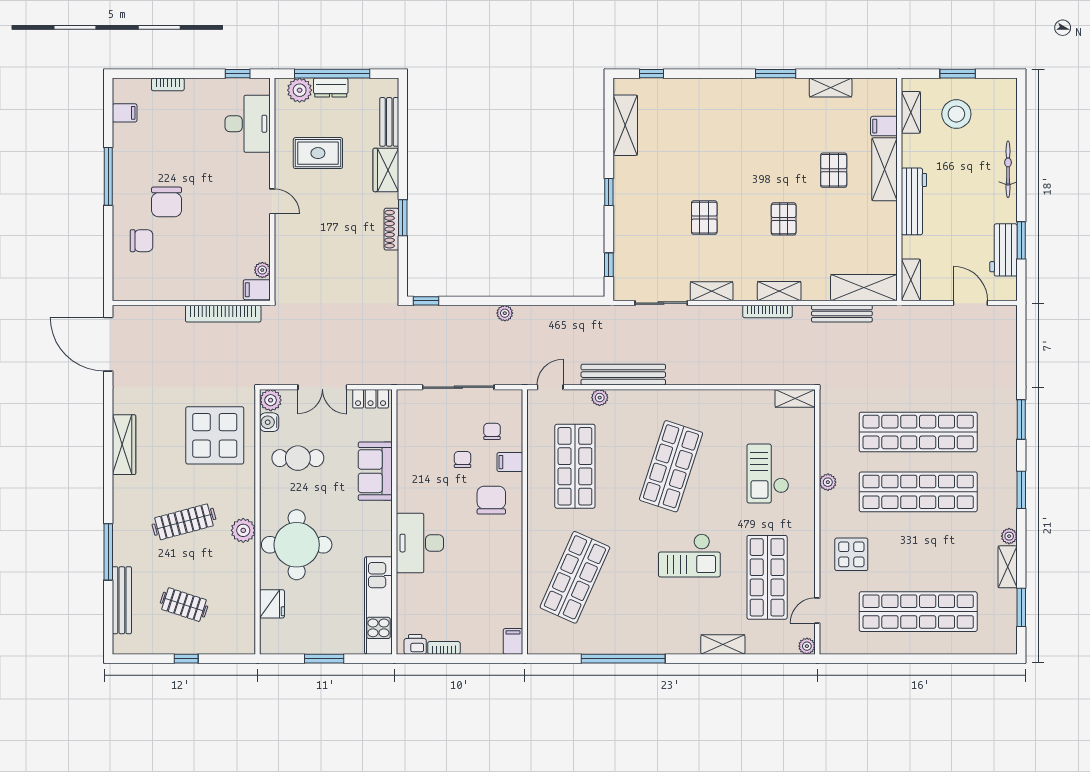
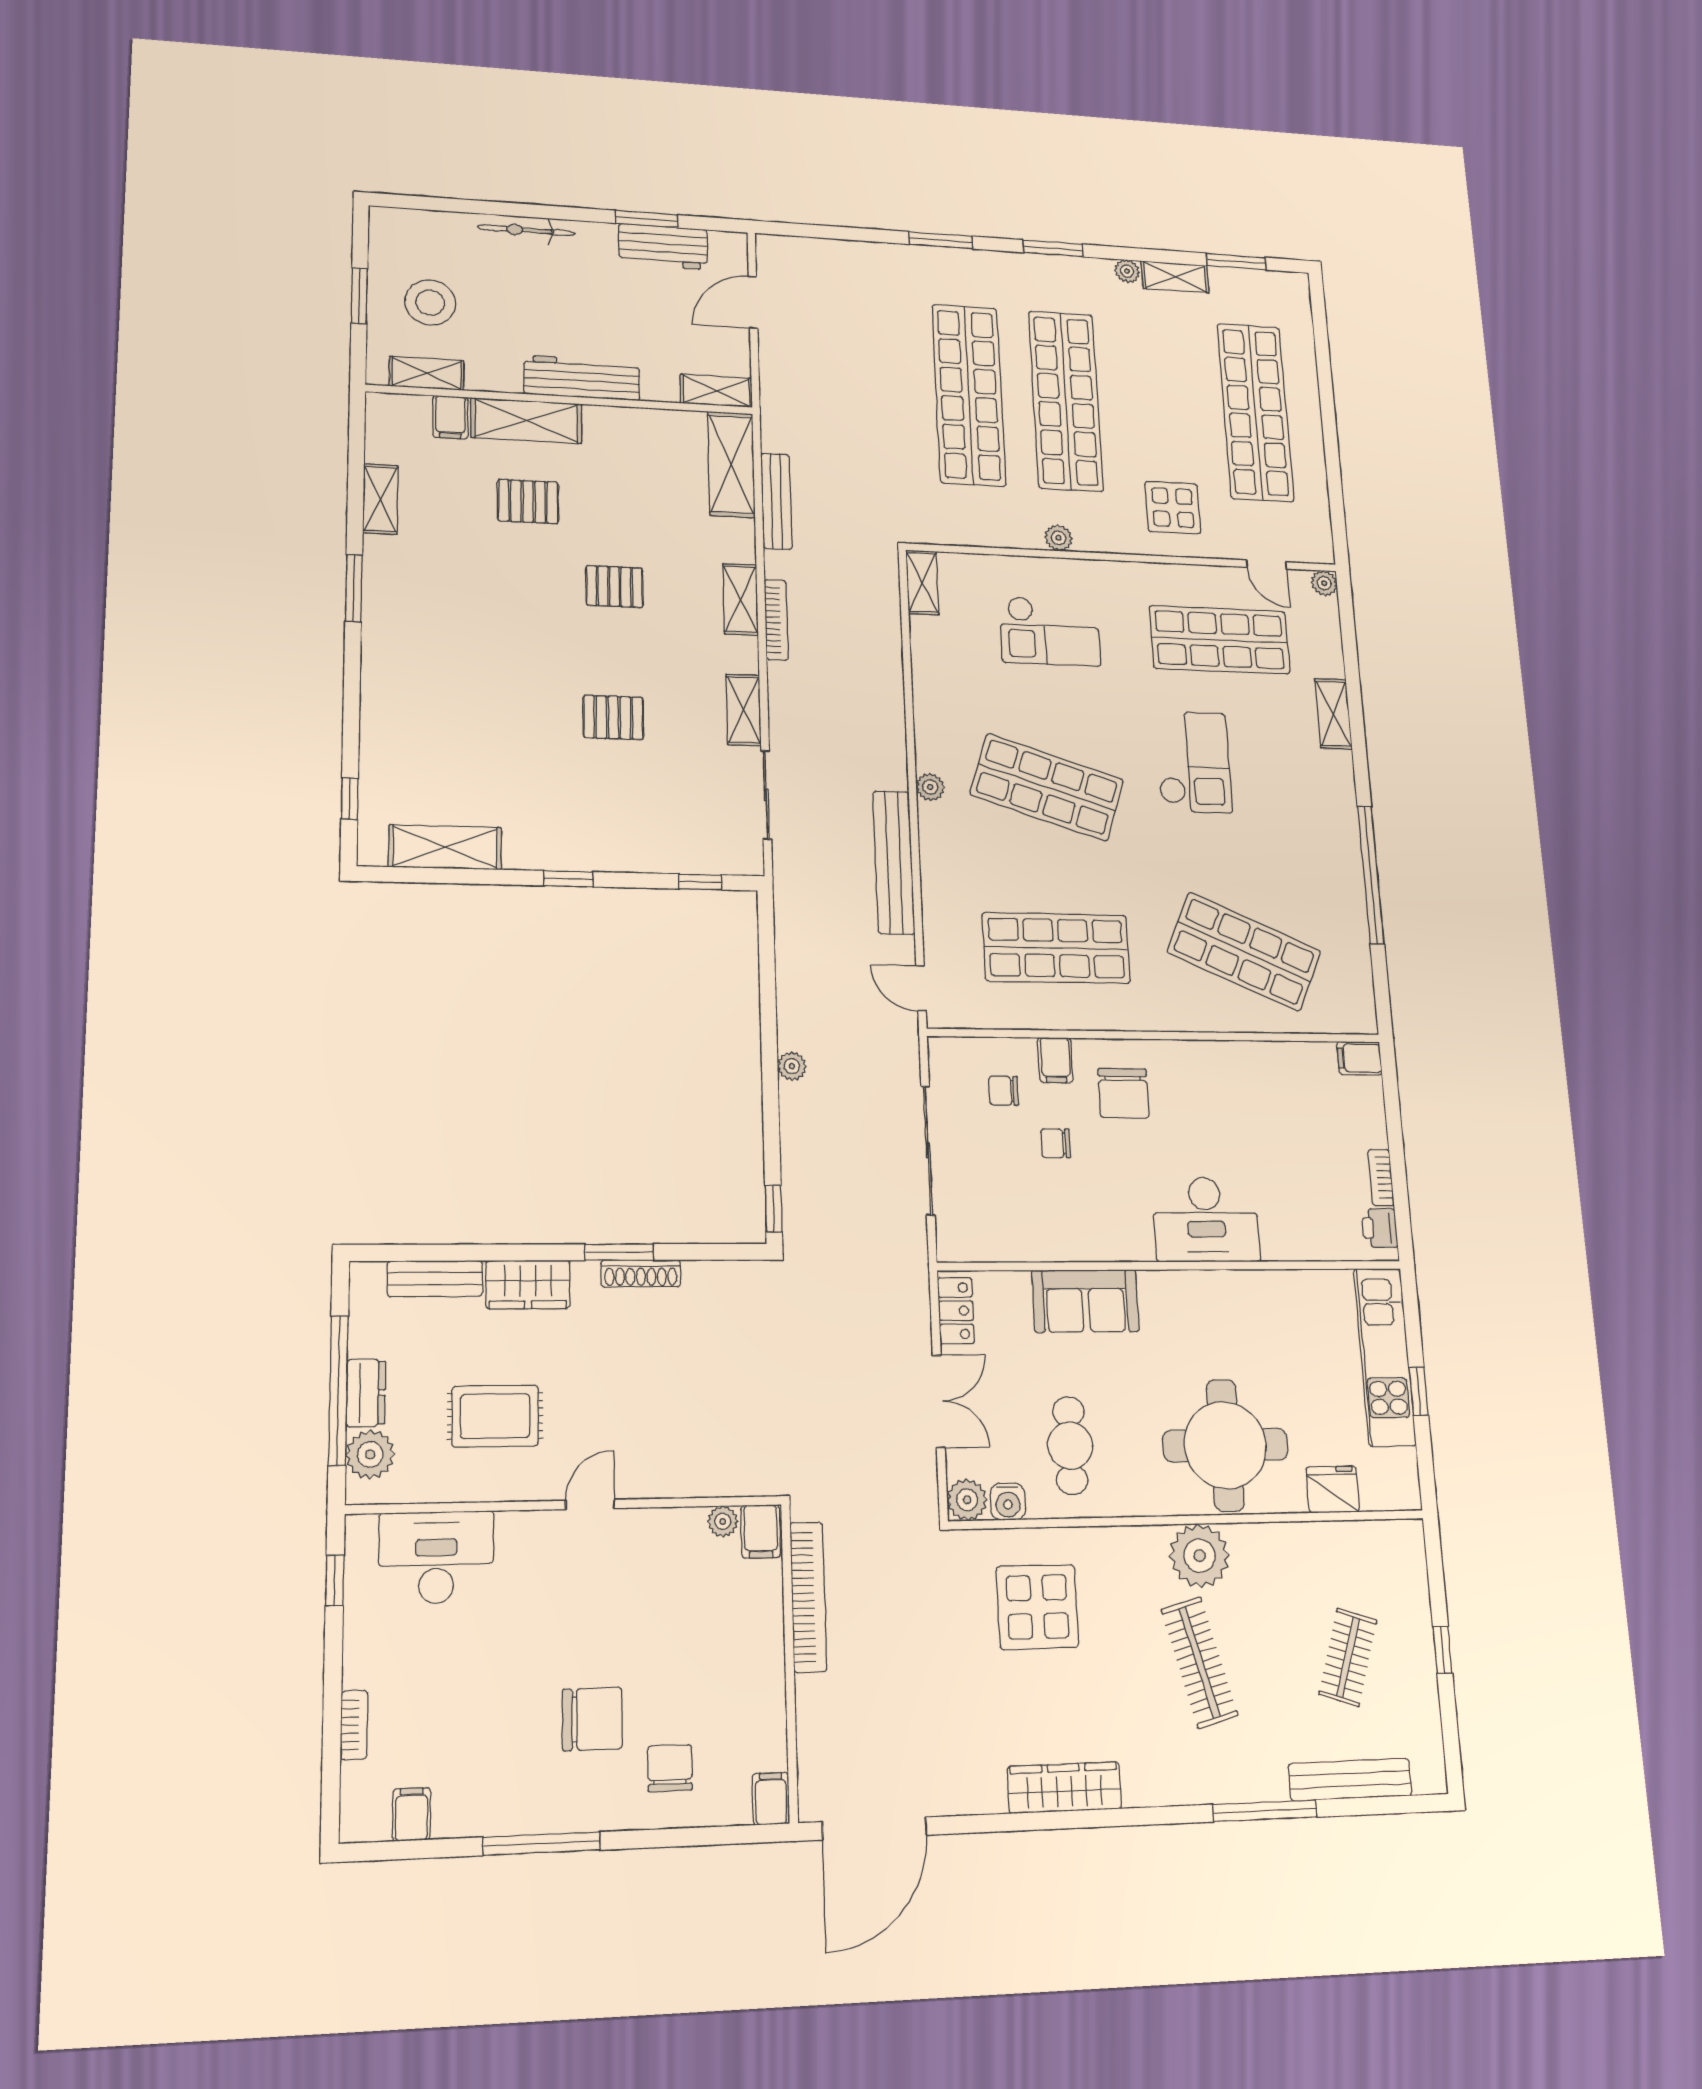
rug: (318, 153) -> (495, 1416), turned 90
filing cabinet: (125, 292) -> (771, 1799), added
plant: (600, 398) -> (930, 787), moved
display table: (215, 435) -> (1037, 1607), width x0.73, depth x0.73
chair: (491, 500) -> (1123, 1093), turned -90
plant: (243, 530) -> (1200, 1556), width x1.36, depth x1.36
kitchen unit: (378, 605) -> (1385, 1357), moved, turned 90
window: (324, 659) -> (1419, 1391), width x0.67

